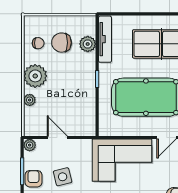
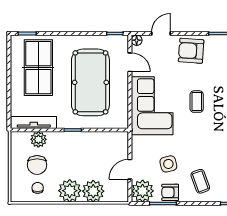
plant: (30, 100) -> (93, 191), width x1.88, depth x1.88
plant: (30, 145) -> (143, 191), width x1.87, depth x1.87

